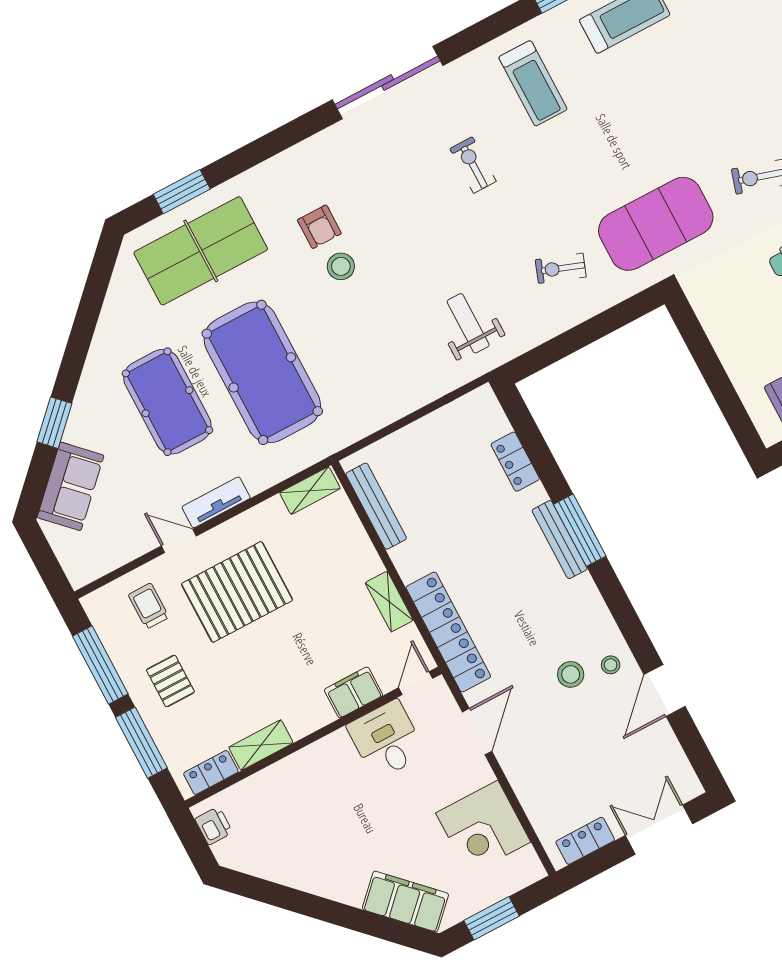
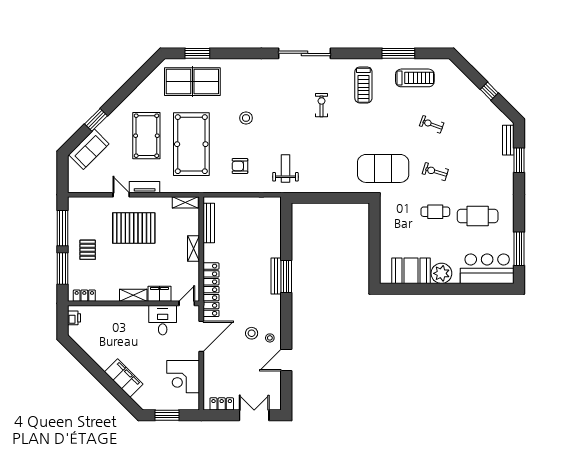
armchair: (319, 227) -> (240, 166), moved, turned 90
exercise bike: (561, 268) -> (432, 124), moved
locker: (515, 462) -> (275, 235), removed
shelving: (389, 602) -> (194, 248), moved
trolley: (149, 606) -> (95, 215), removed
door: (477, 732) -> (201, 336), width x1.36
shelving: (261, 745) -> (133, 295), moved
filing cabinet: (405, 902) -> (124, 378), moved

